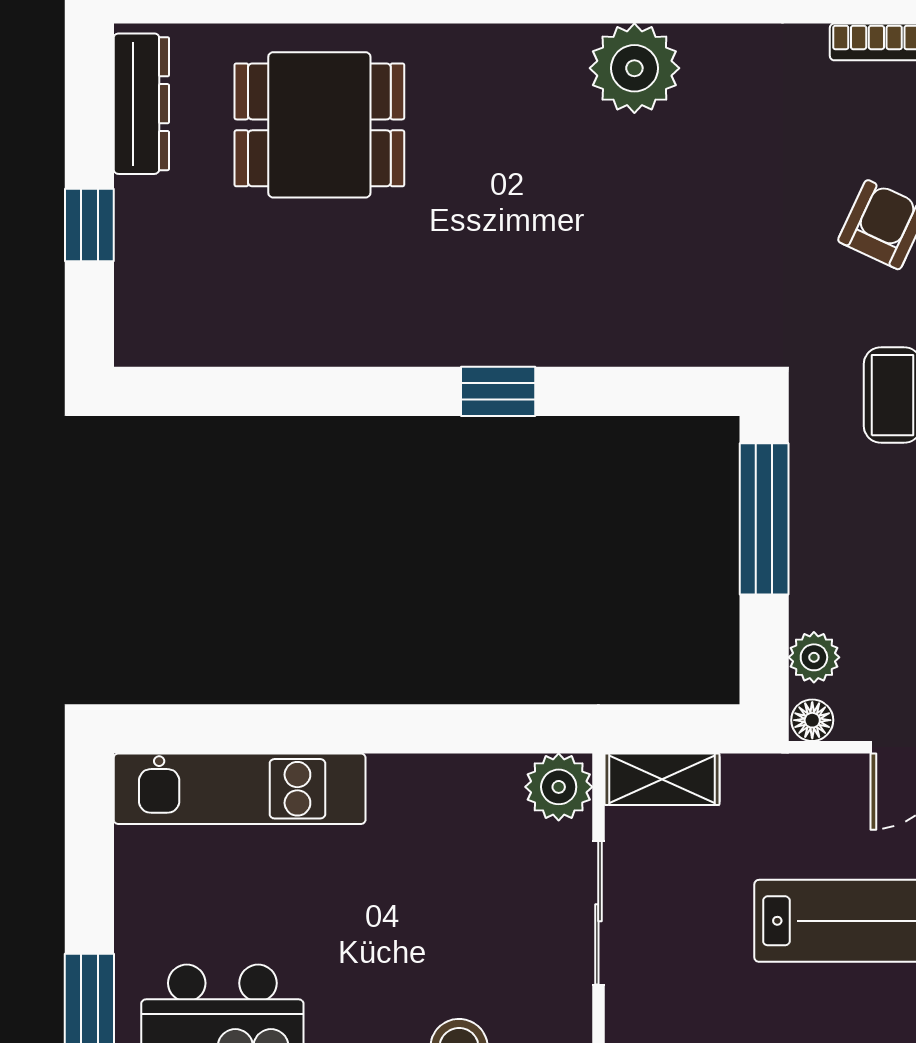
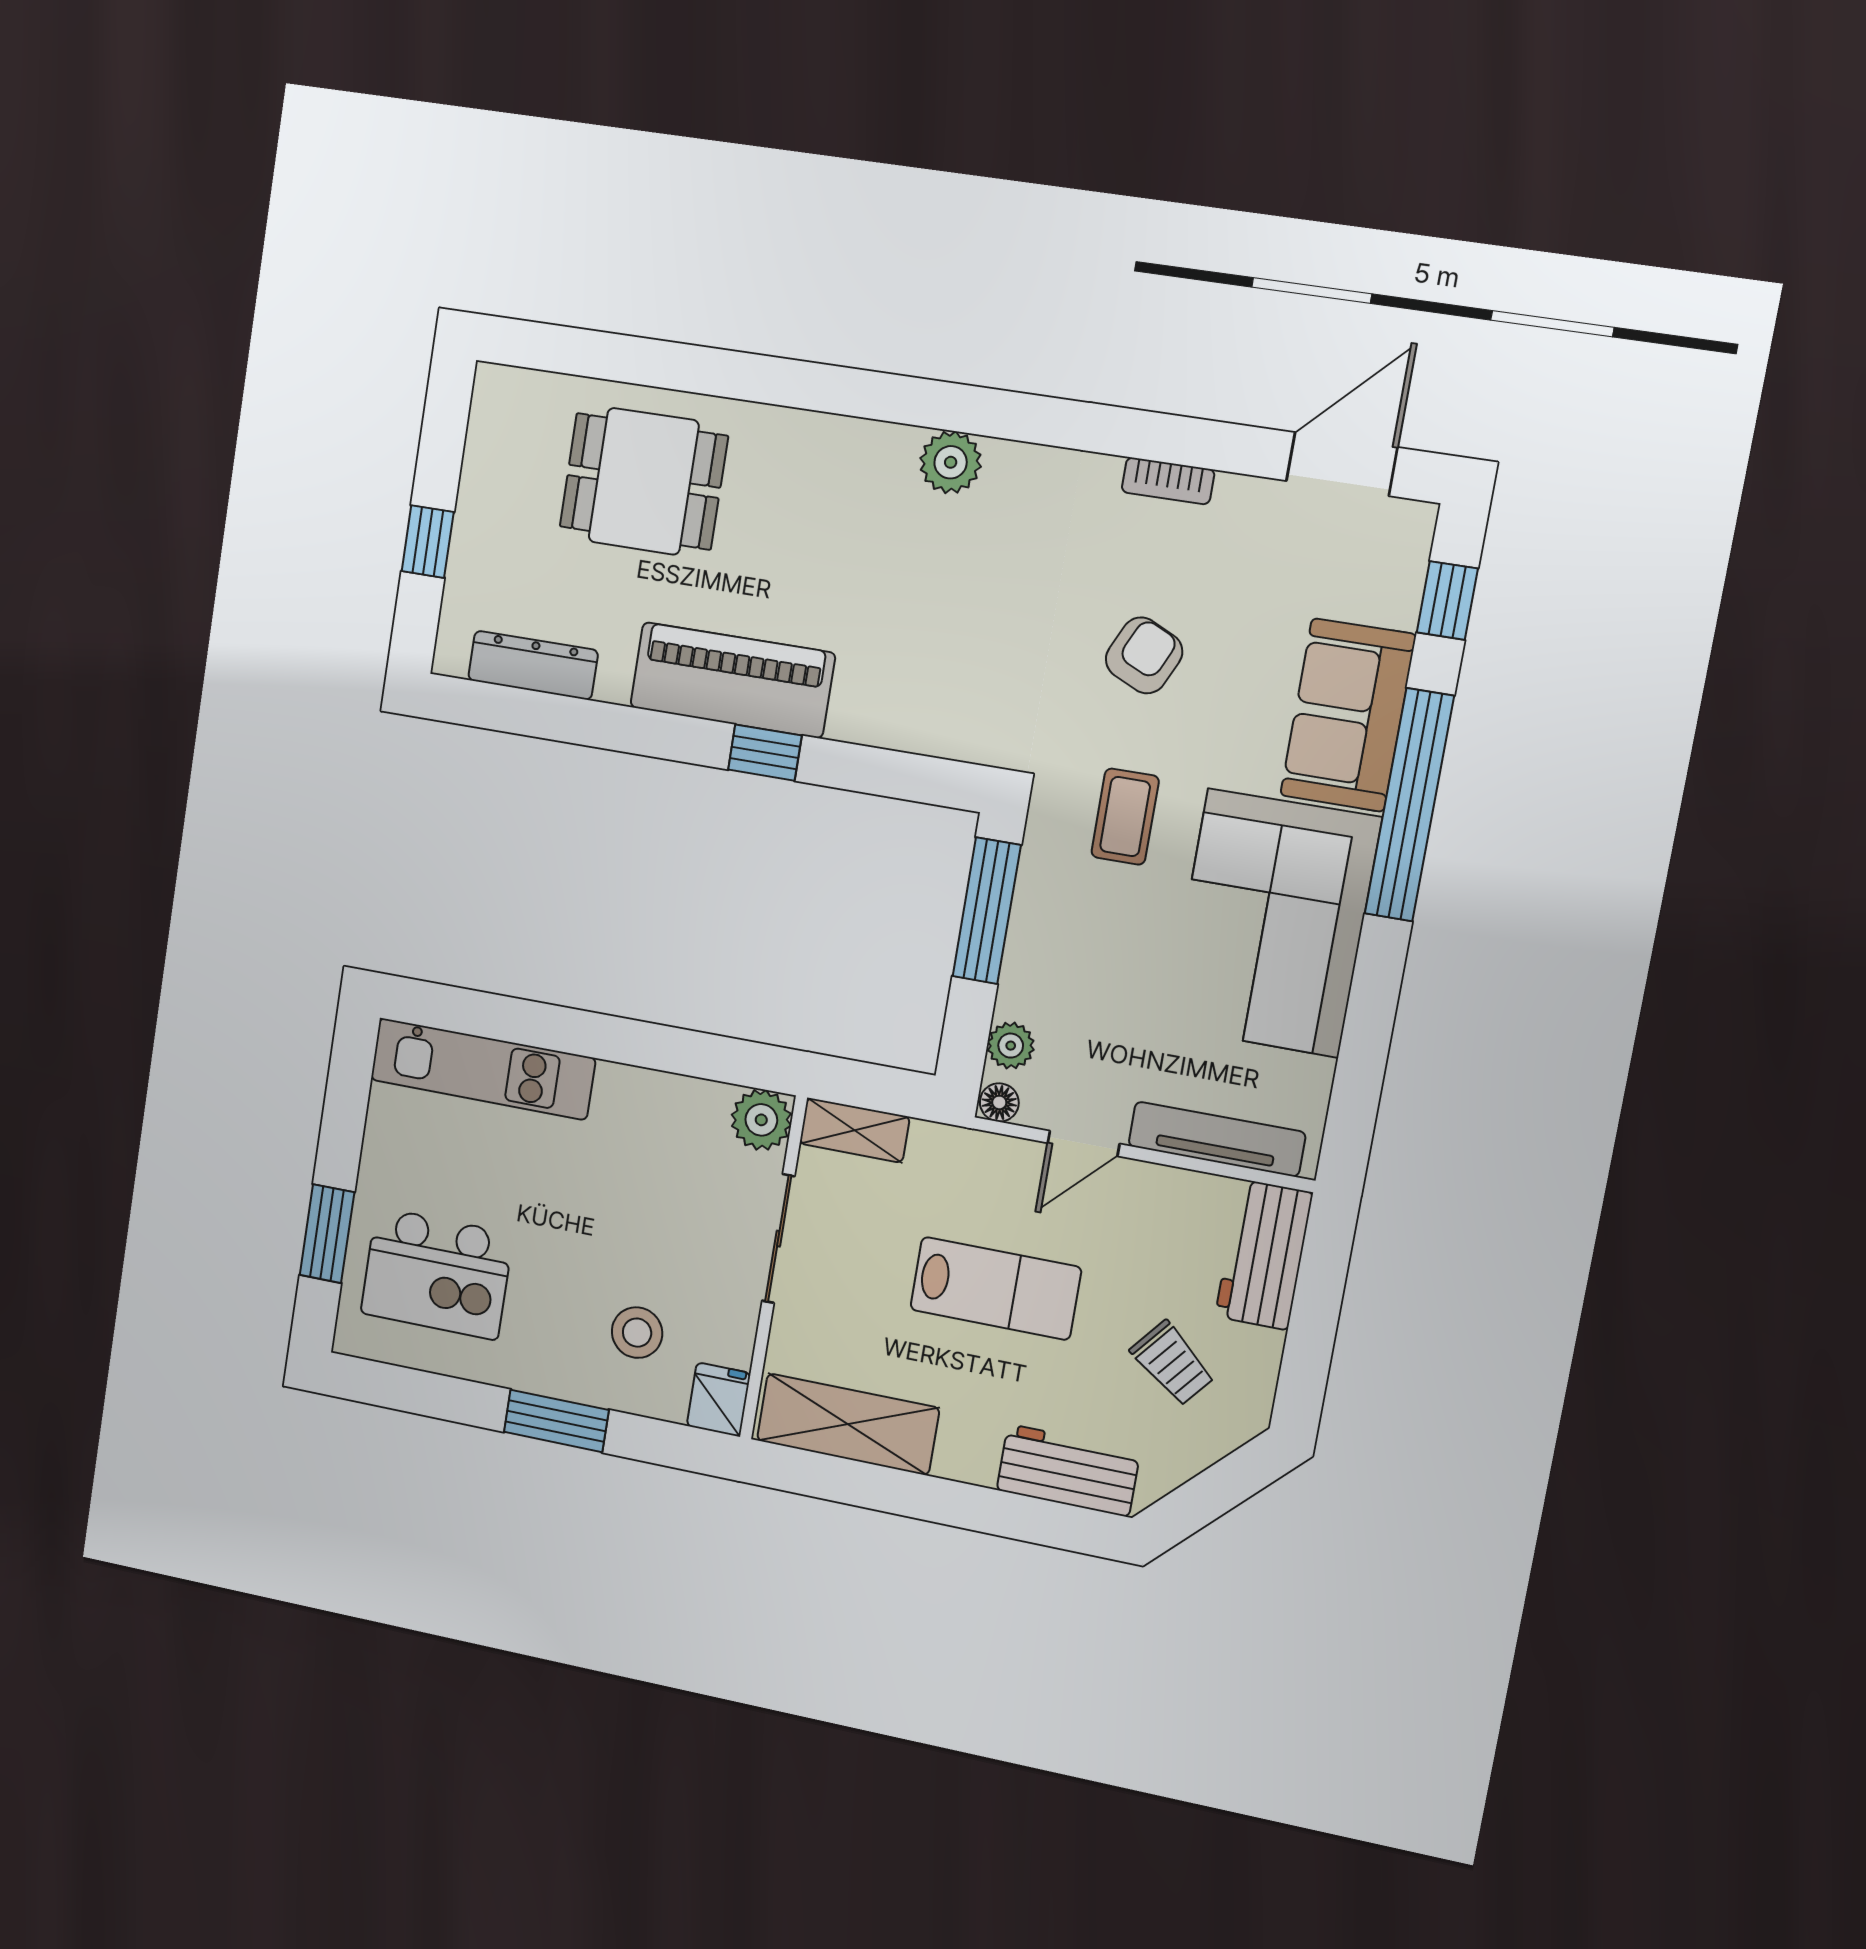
plant: (634, 68) -> (951, 462), width x0.73, depth x0.73
dresser: (141, 104) -> (533, 665), moved, turned -90
piano: (450, 320) -> (732, 680), added

